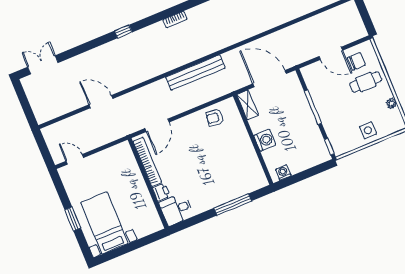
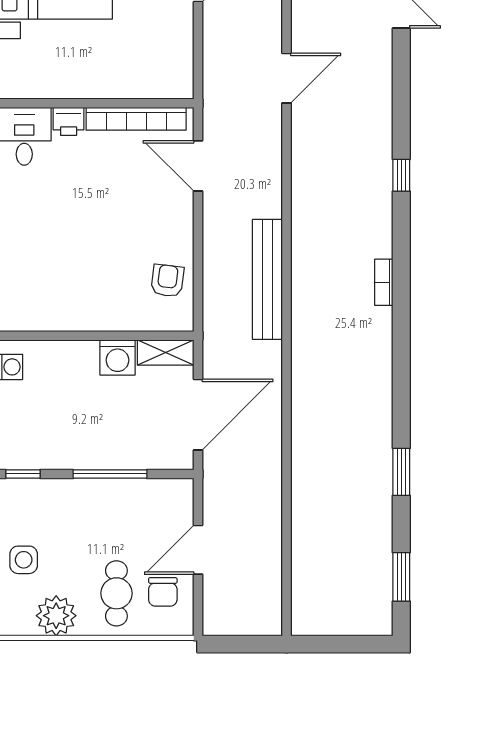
plant: (391, 103) -> (56, 616), width x1.88, depth x1.88
washing machine: (265, 140) -> (118, 357), moved

